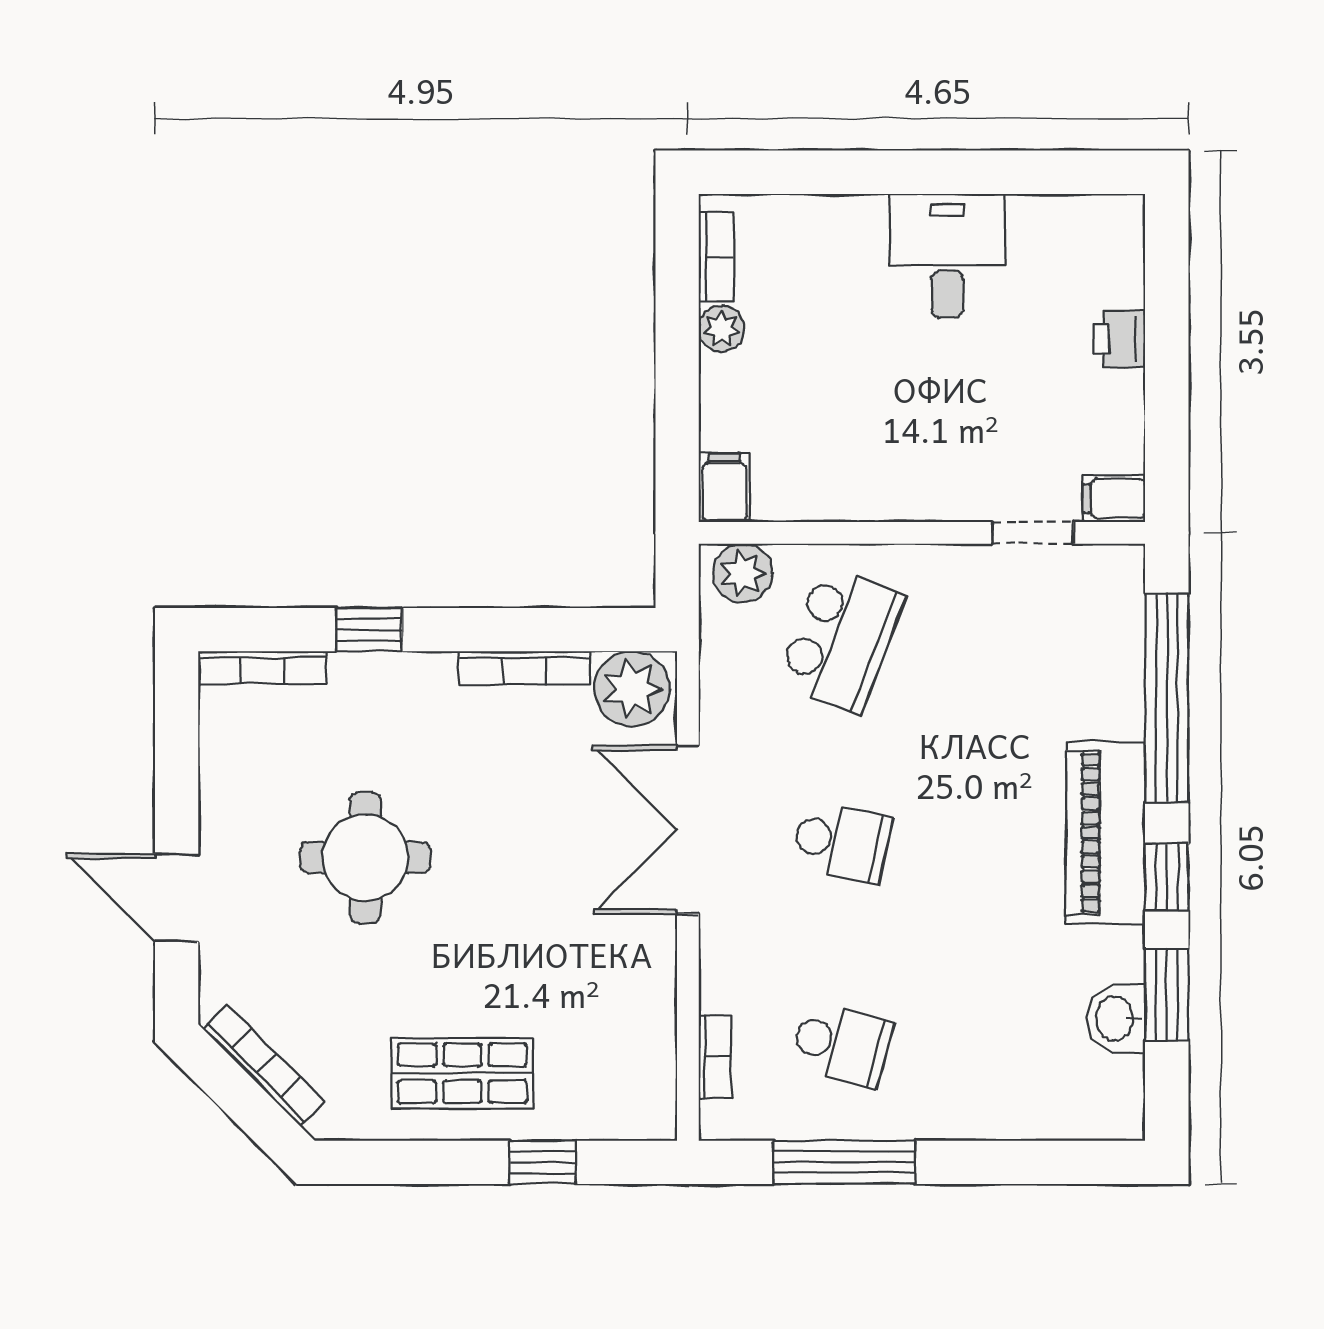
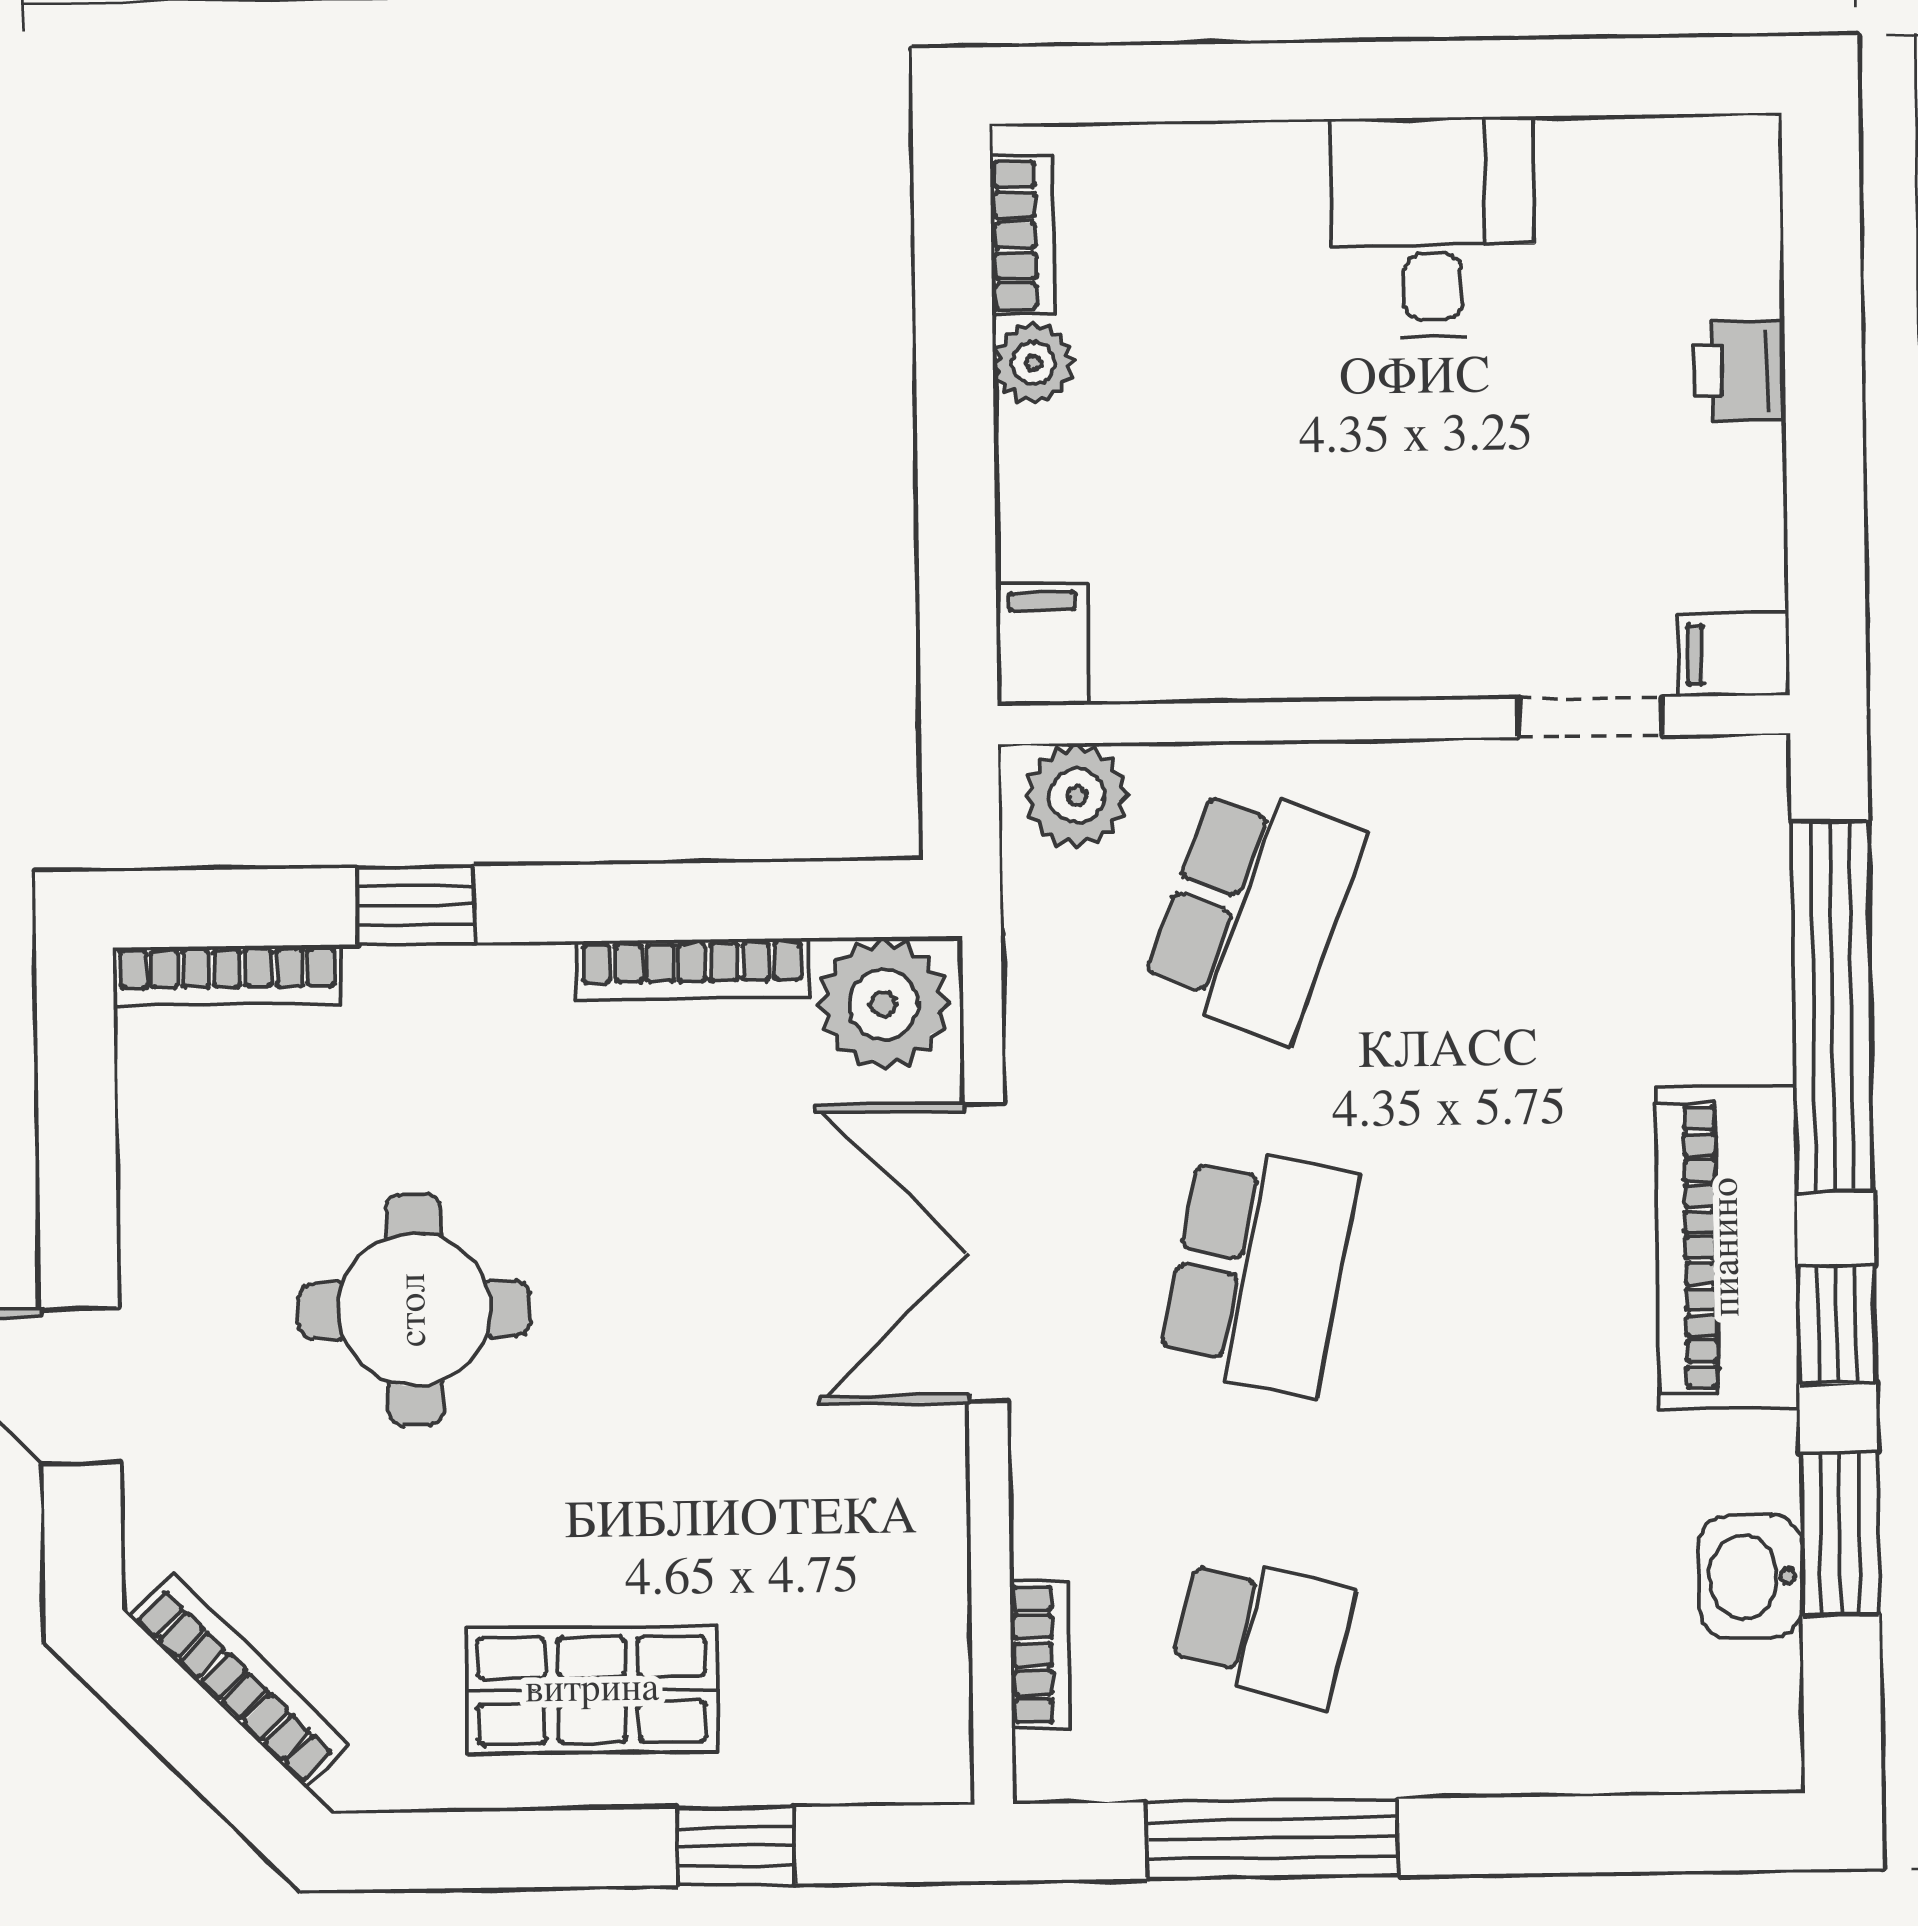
school desk: (841, 842) -> (1259, 1271), width x1.85

